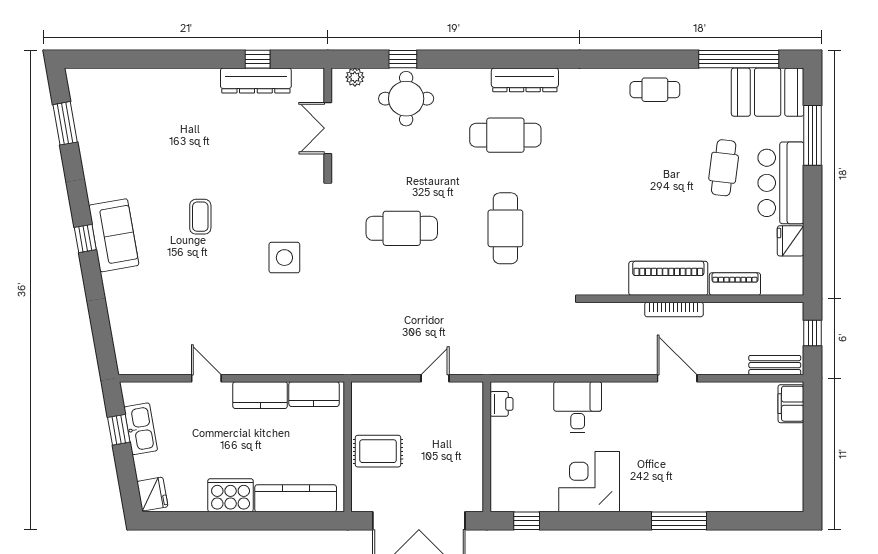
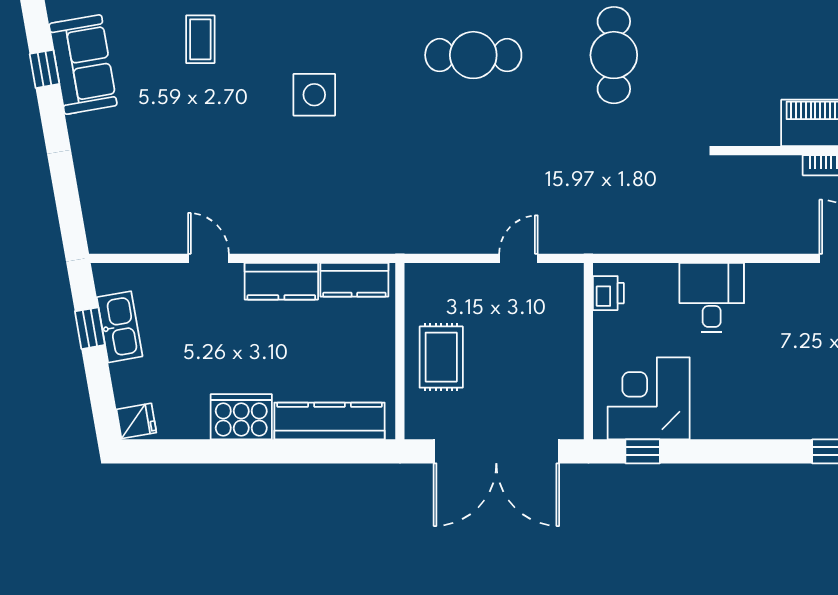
rug: (378, 451) -> (441, 357), turned 90
corner desk: (589, 482) -> (649, 398), moved
fridge: (152, 494) -> (136, 421), width x0.72

